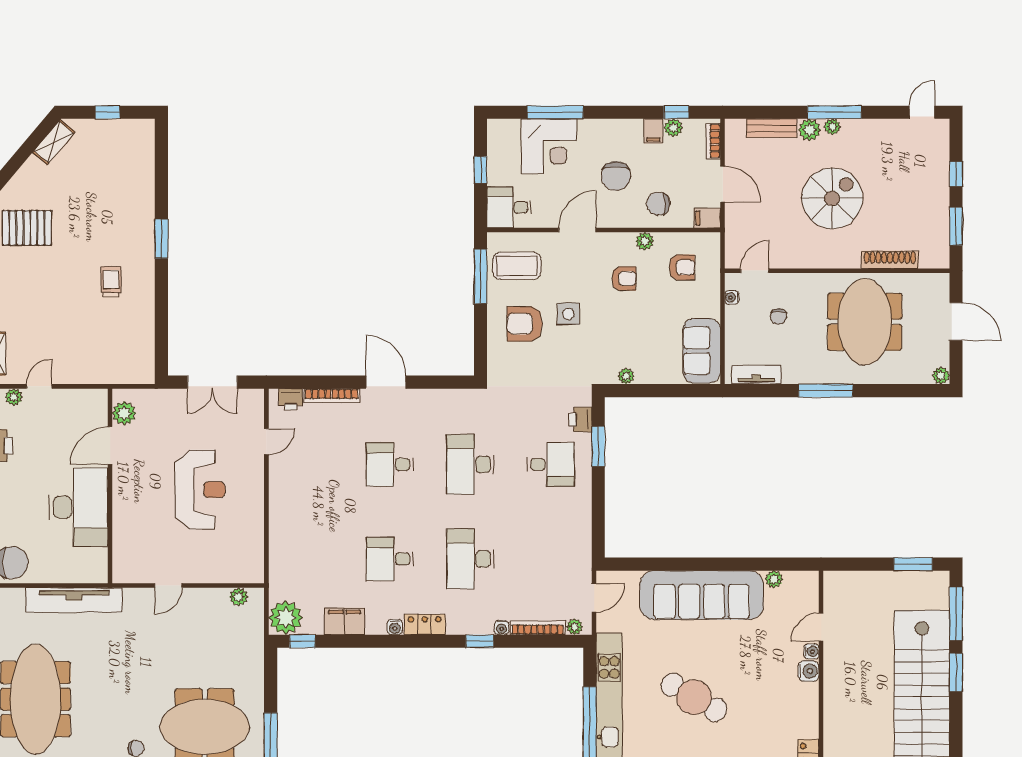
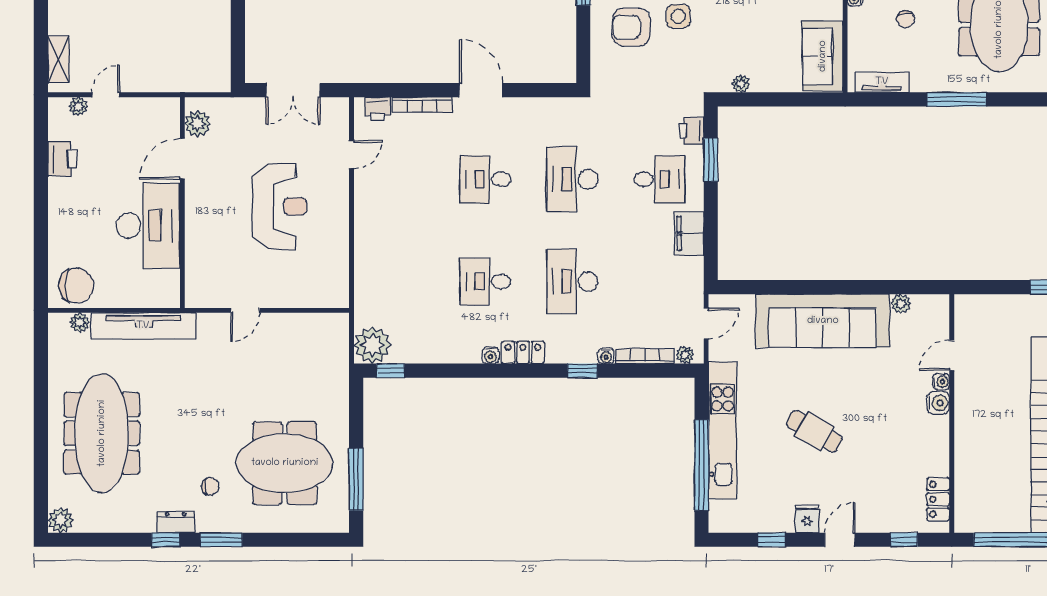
plant: (239, 597) -> (80, 322), moved
filing cabinet: (345, 621) -> (689, 233), moved, turned -90
cafe table: (694, 697) -> (814, 431), width x0.73, depth x0.74

